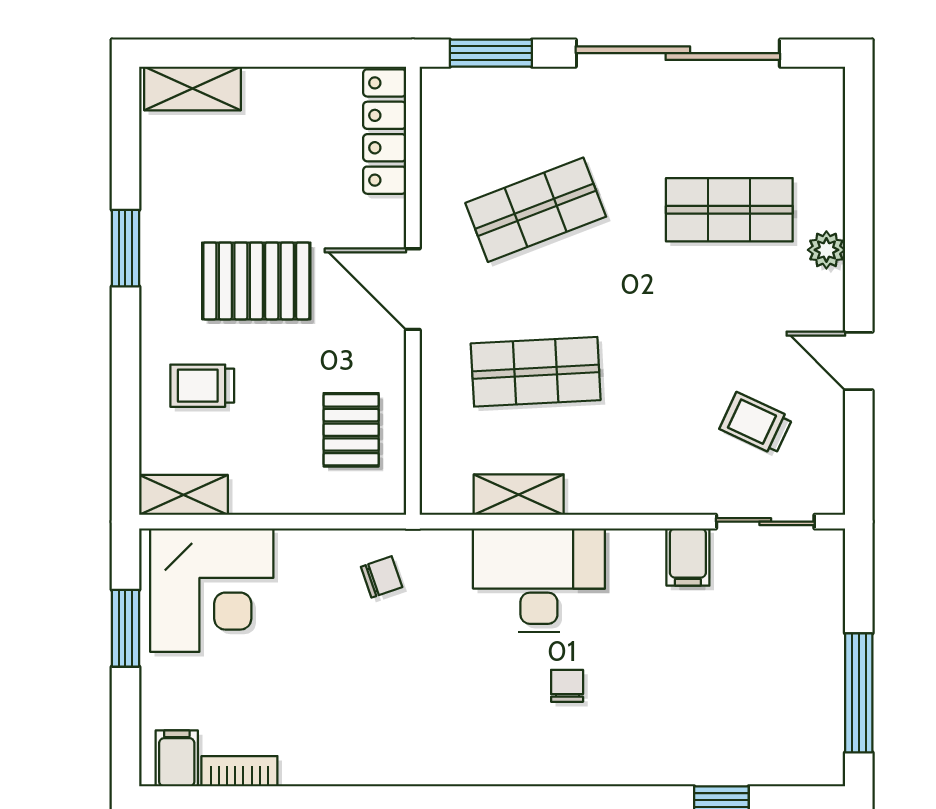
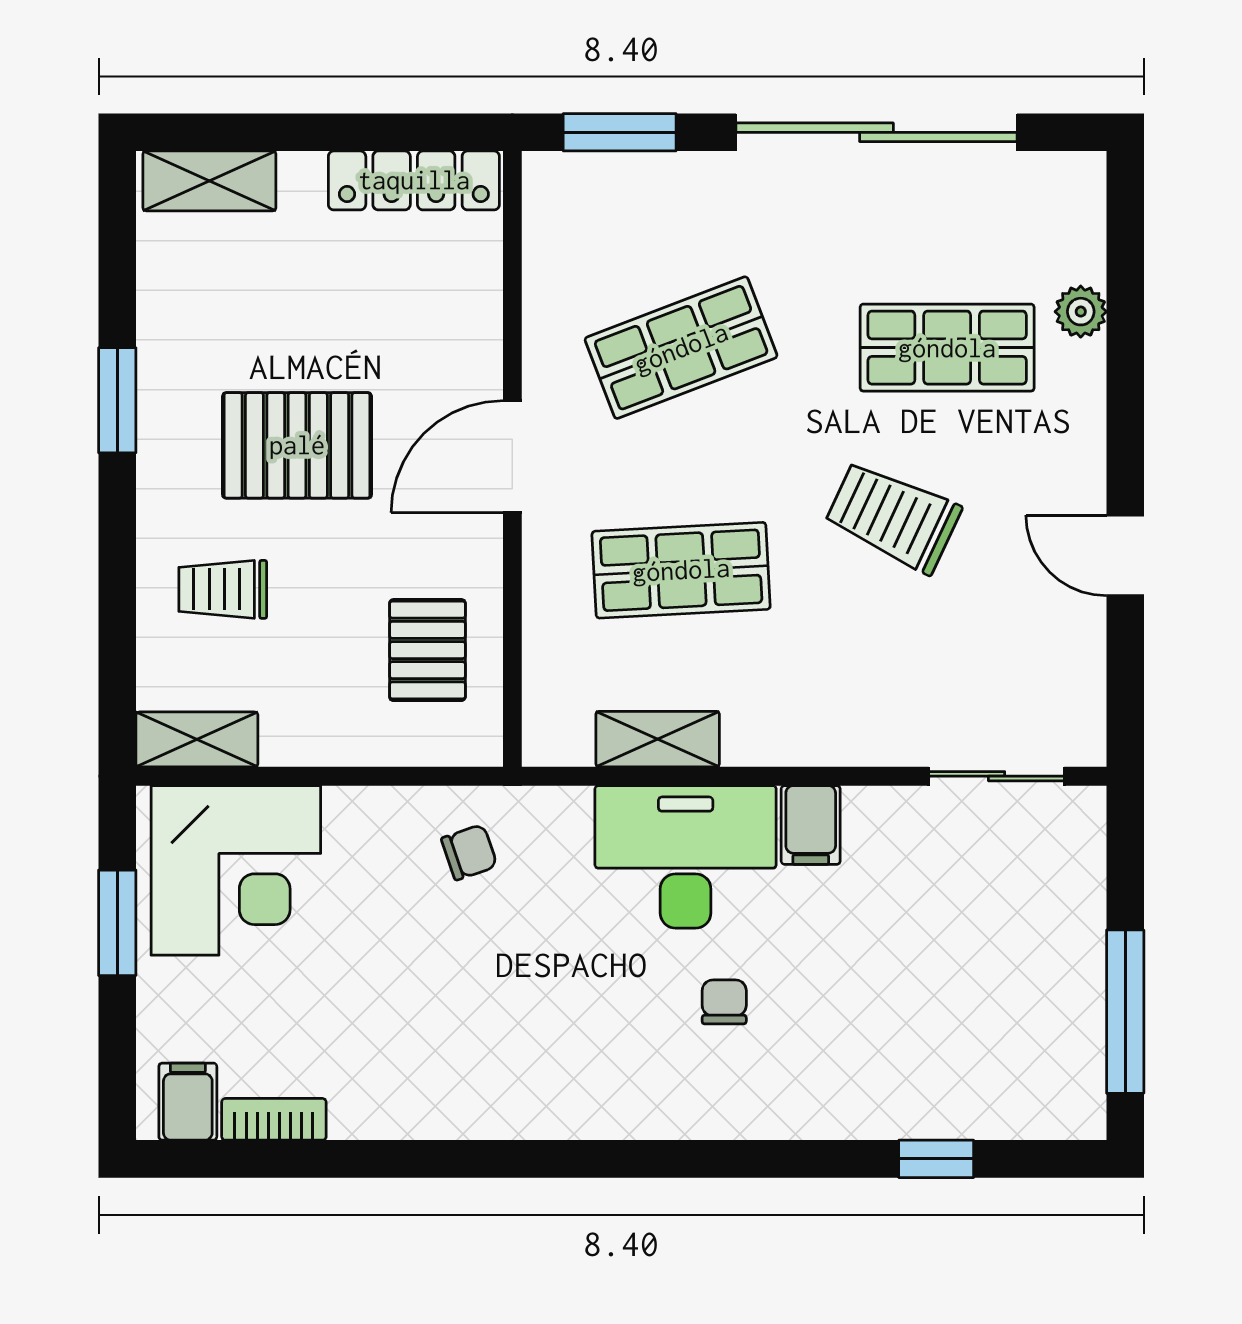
locker: (385, 132) -> (414, 180), moved, turned -90
plant: (826, 250) -> (1081, 312), moved
door: (413, 289) -> (512, 457), hinge flipped
trolley: (756, 423) -> (893, 517), moved, width x1.36, depth x1.39
filing cabinet: (688, 557) -> (811, 825), moved

